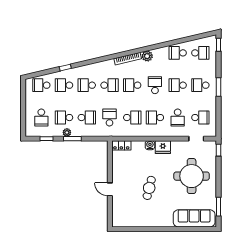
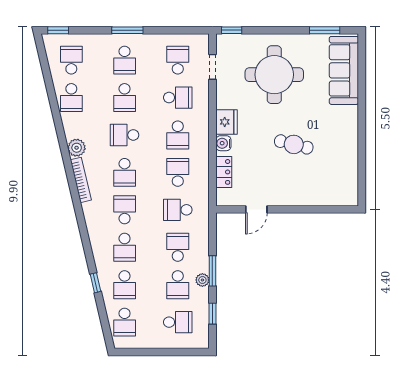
locker: (121, 145) -> (224, 172), moved
door: (110, 189) -> (256, 209), moved

